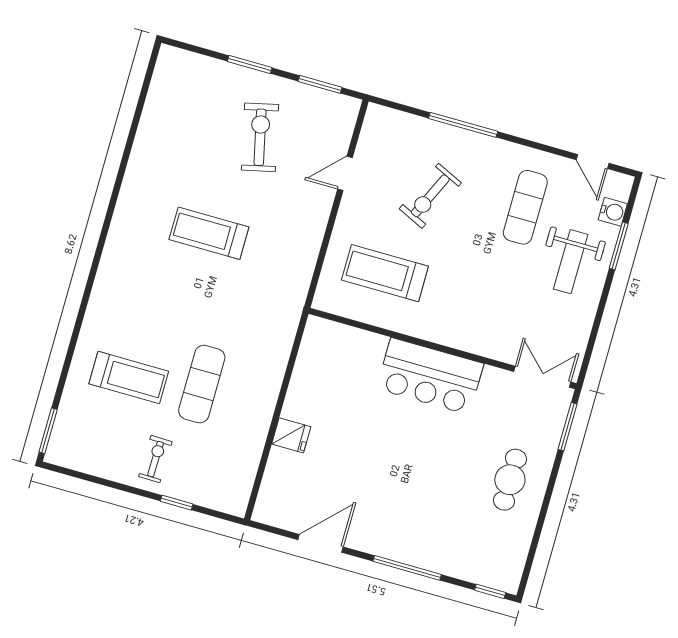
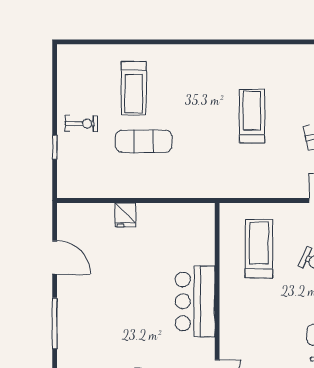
window: (48, 431) -> (80, 42), removed

